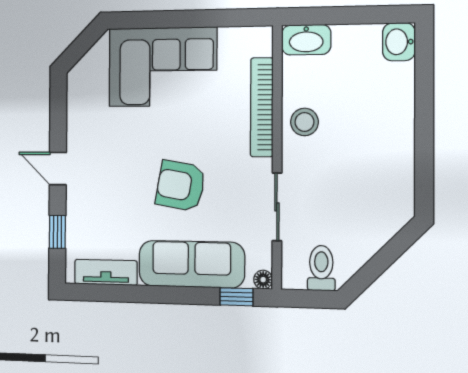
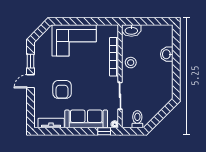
washbasin: (399, 42) -> (167, 54), moved
door: (58, 169) -> (31, 81), hinge flipped
armchair: (181, 186) -> (62, 89), moved, turned -100
window: (57, 232) -> (31, 61), moved

